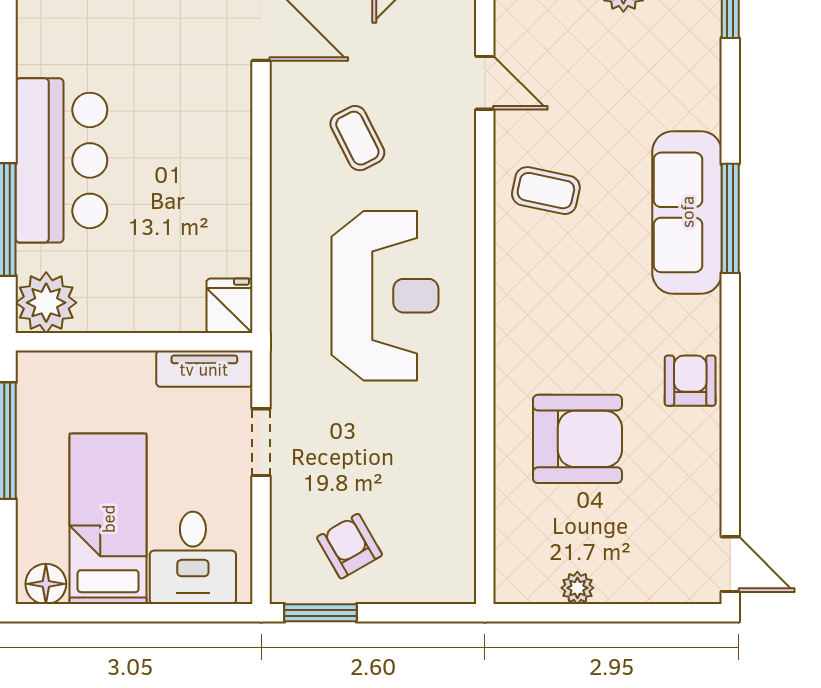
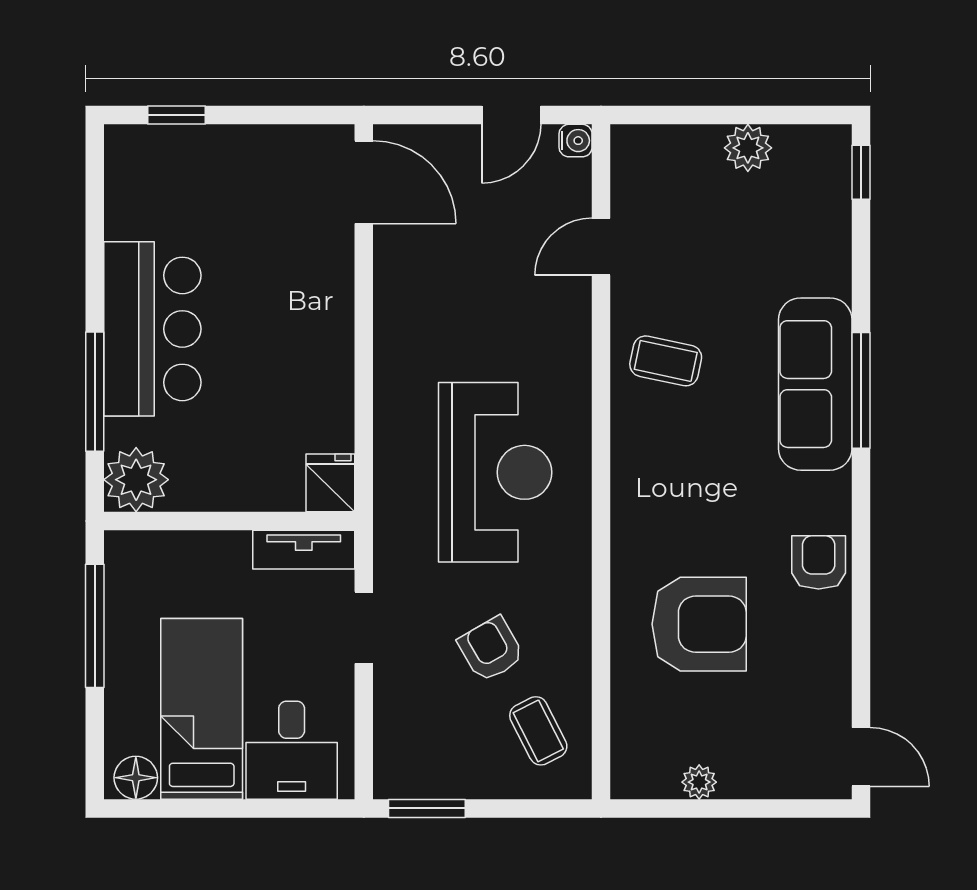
door: (485, 83) -> (601, 247), swing flipped
coffee table: (357, 138) -> (538, 731), moved
armchair: (350, 546) -> (491, 649), moved

